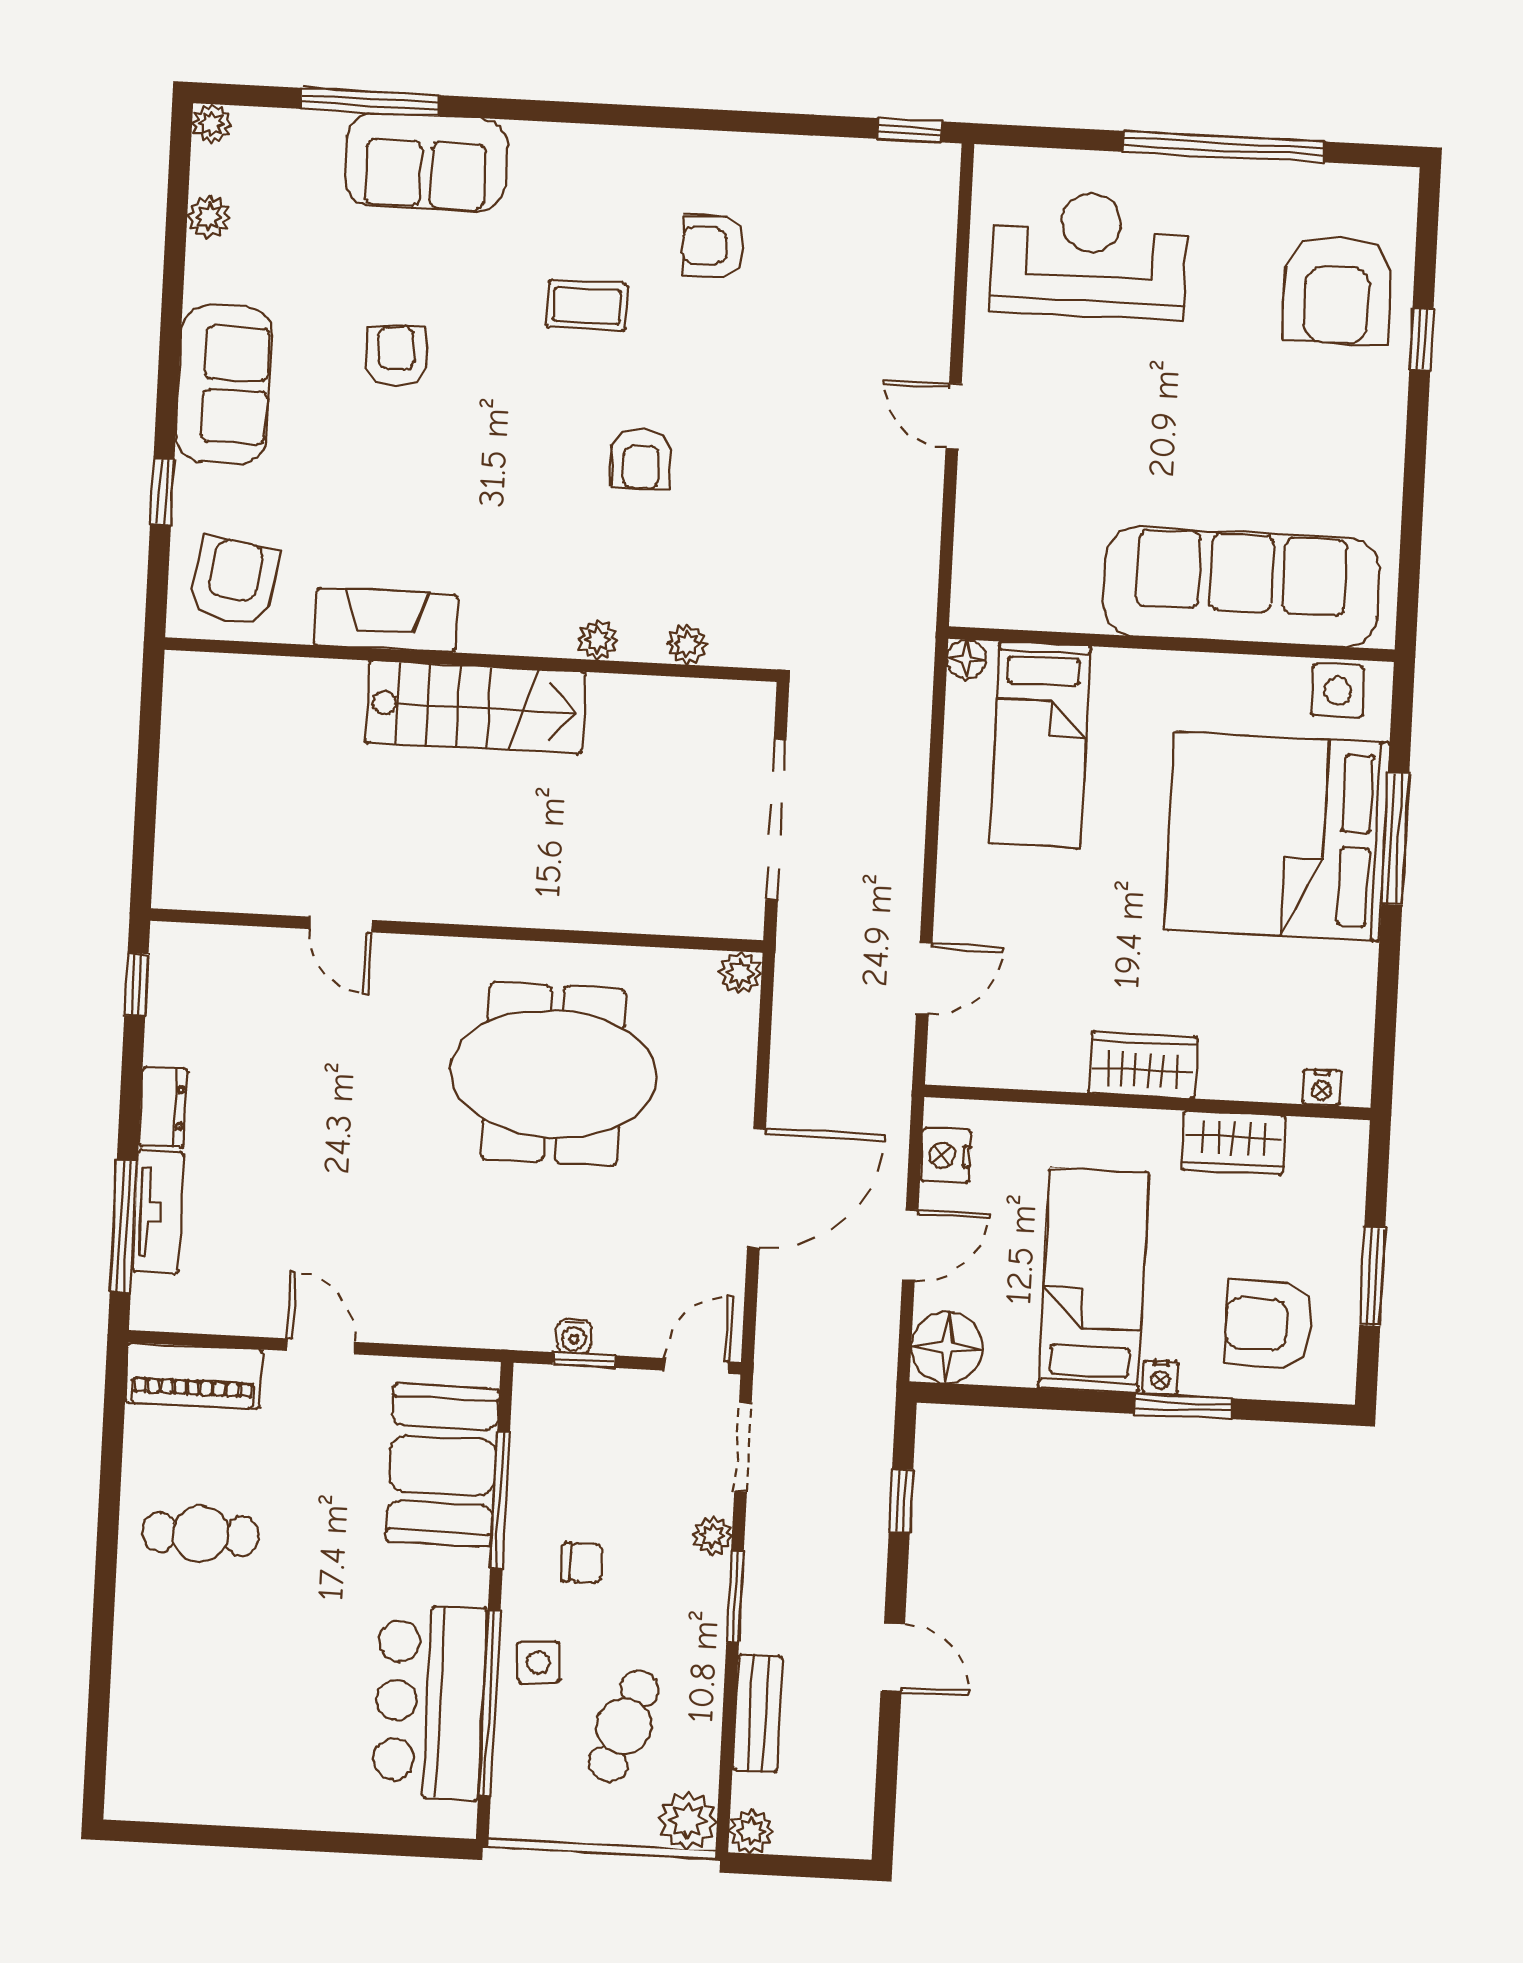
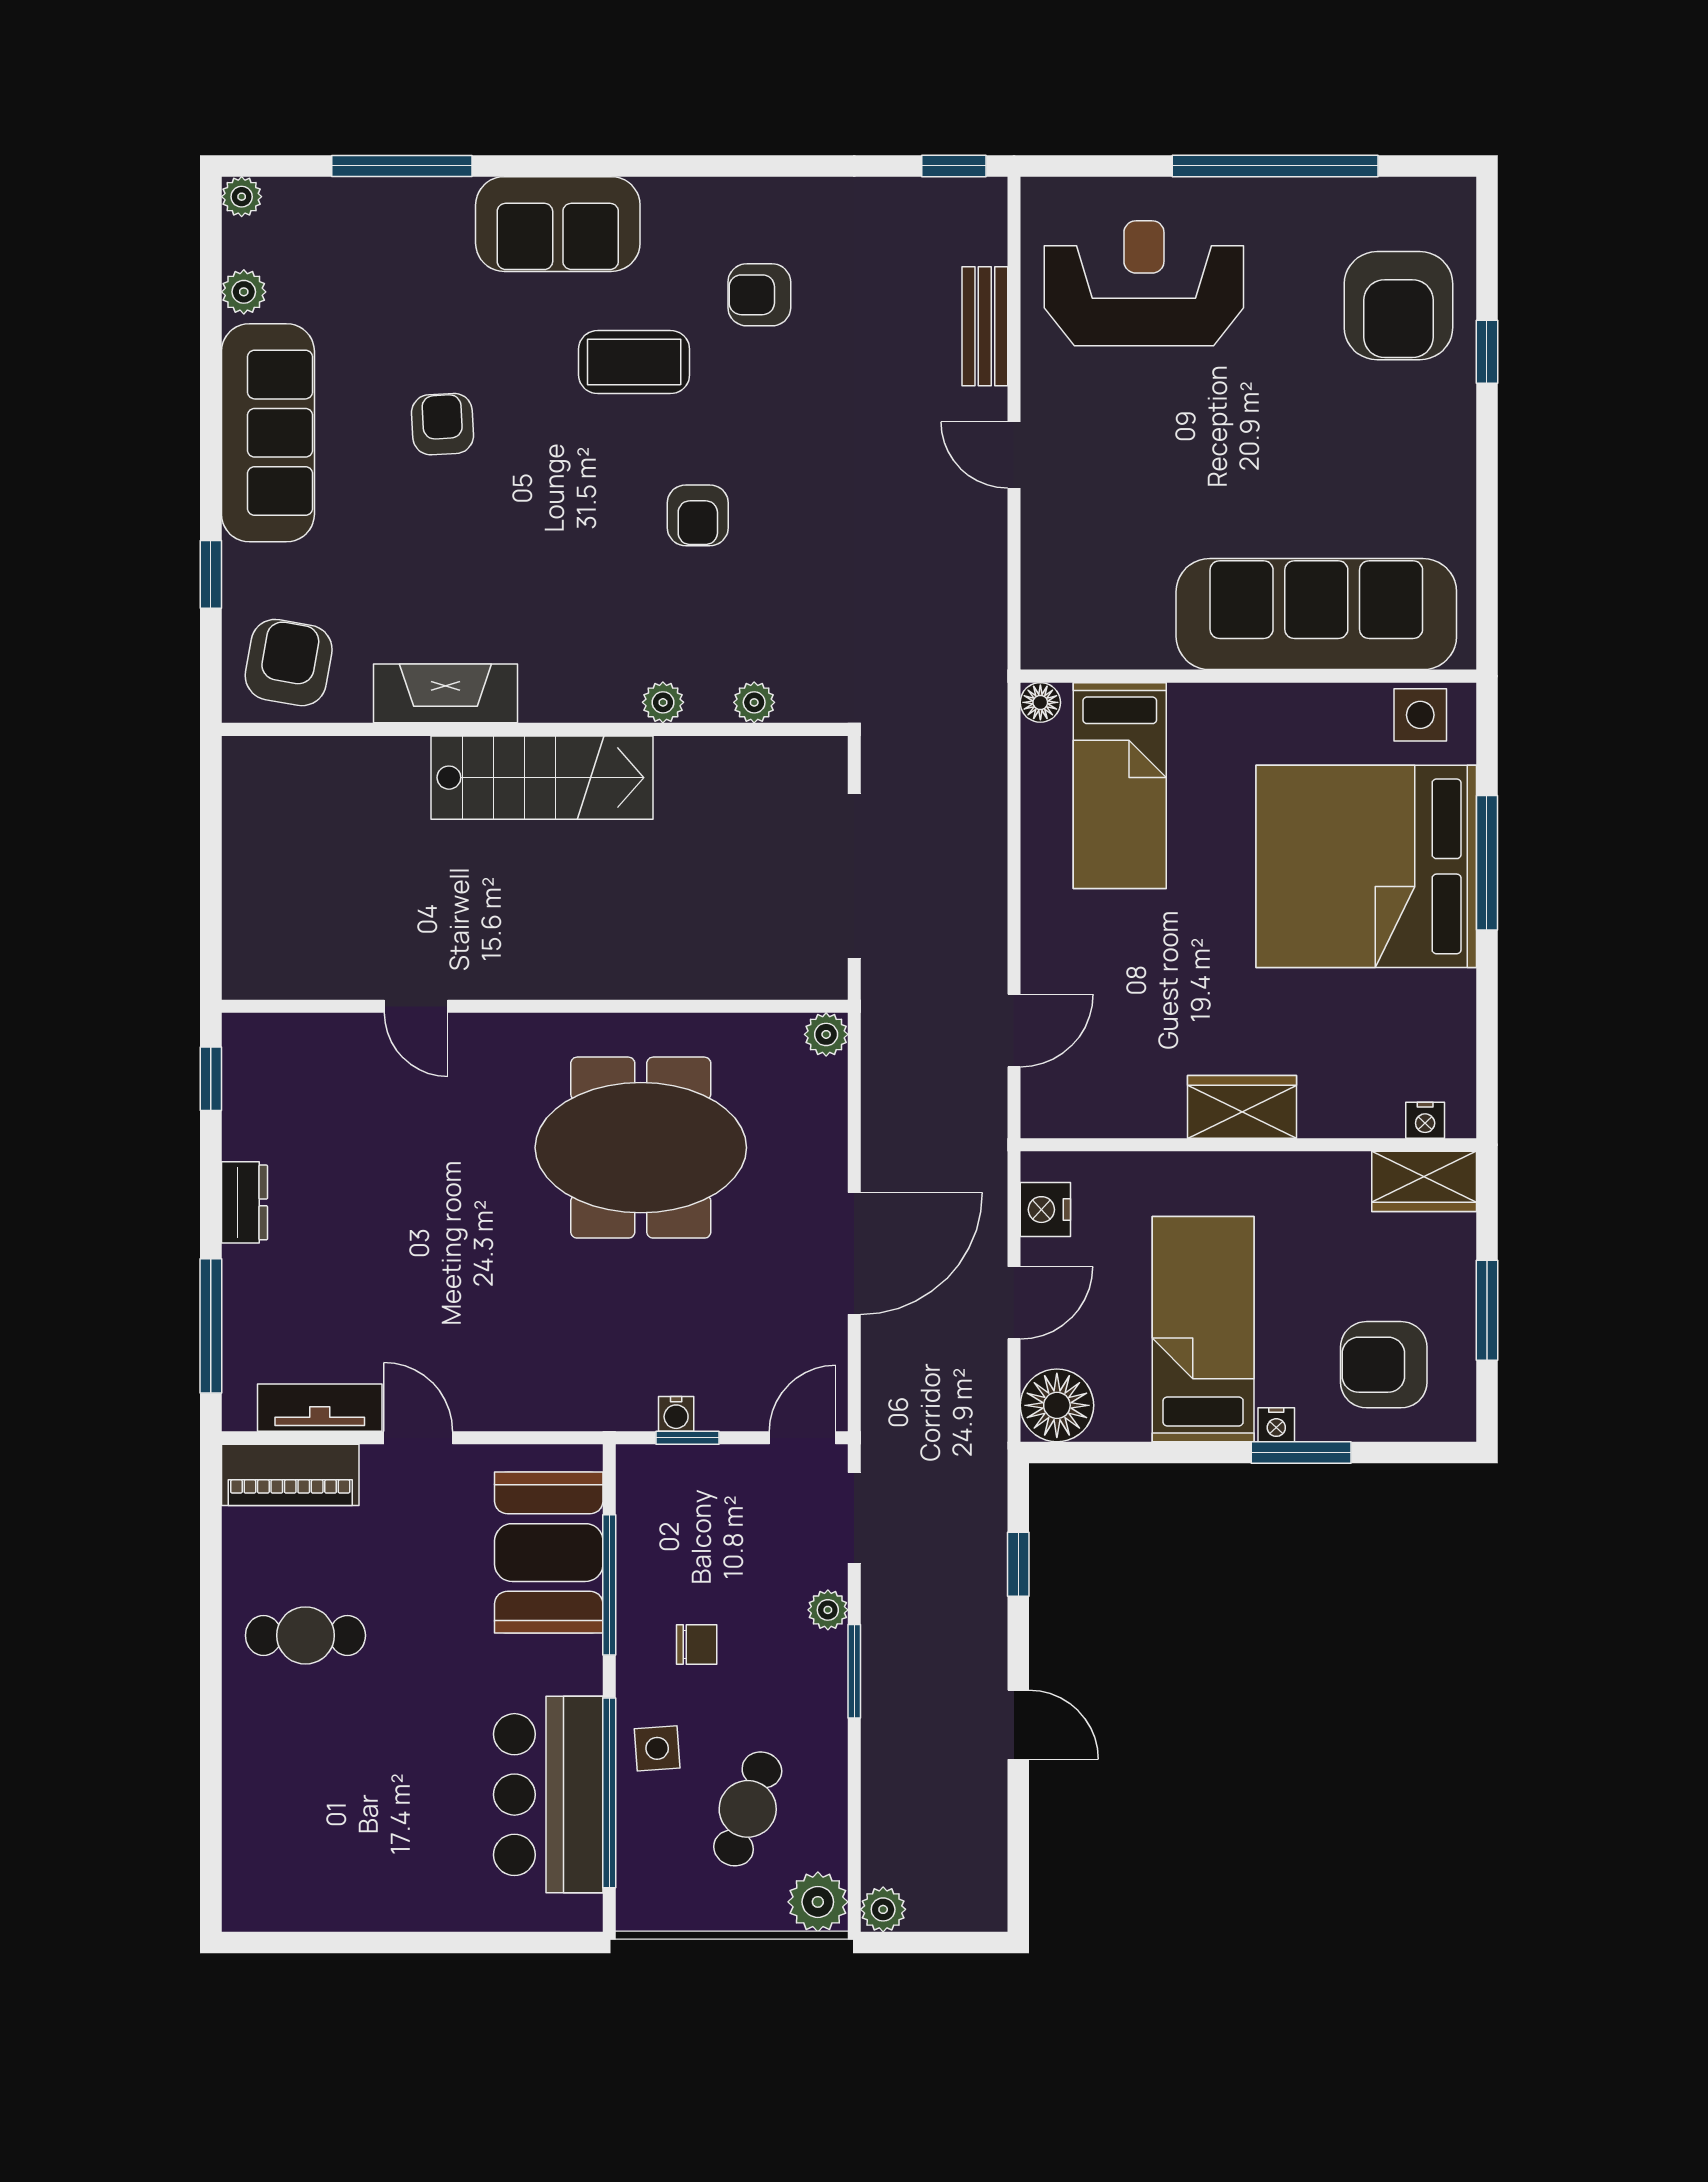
sofa: (426, 162) -> (558, 224), moved
coffee table: (587, 306) -> (634, 362), width x1.36, depth x1.30
sofa: (224, 384) -> (268, 433), width x1.36
wardrobe: (1233, 1143) -> (1424, 1181), moved
tv unit: (158, 1212) -> (320, 1408), moved, turned -90
bench: (758, 1713) -> (985, 326), moved

